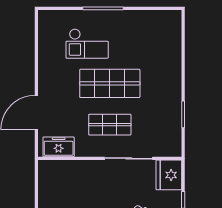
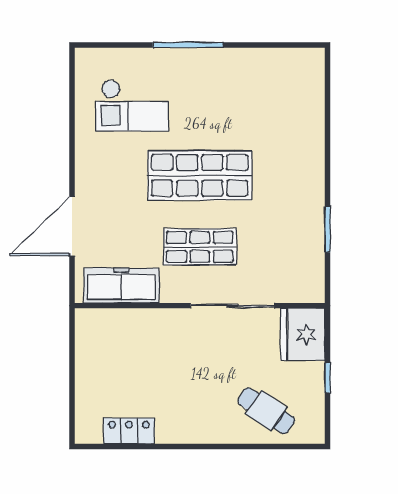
checkout: (87, 44) -> (132, 105), moved
freezer: (59, 147) -> (121, 286), width x1.40

